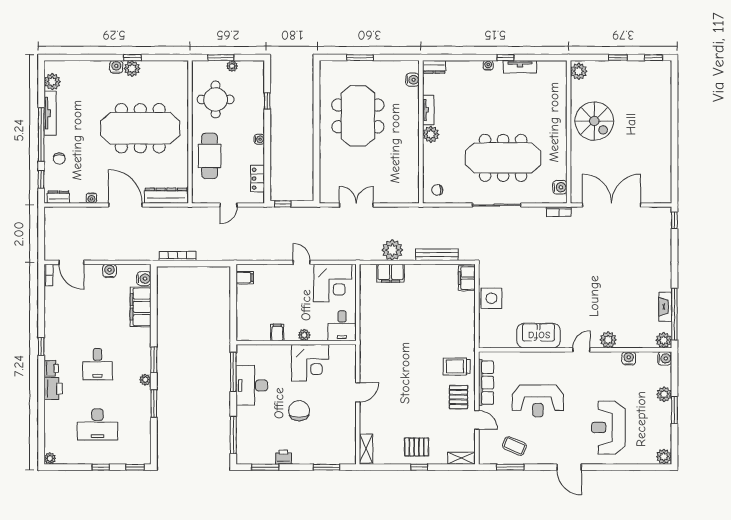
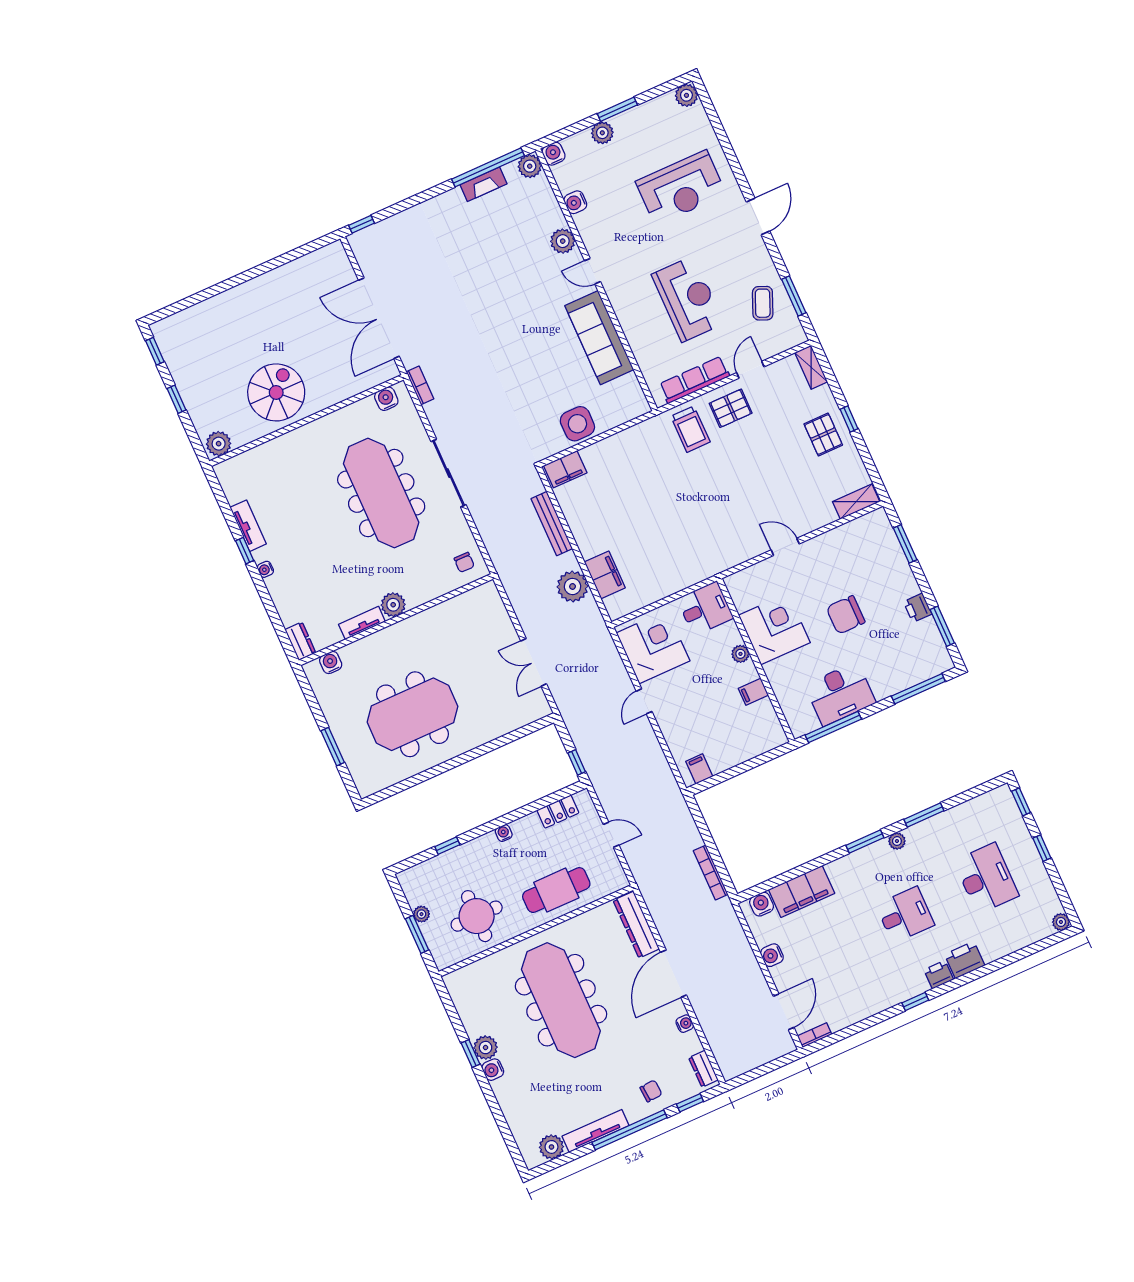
sofa: (539, 336) -> (599, 338), width x1.36

